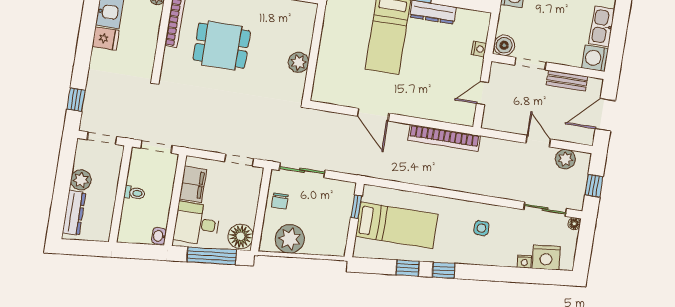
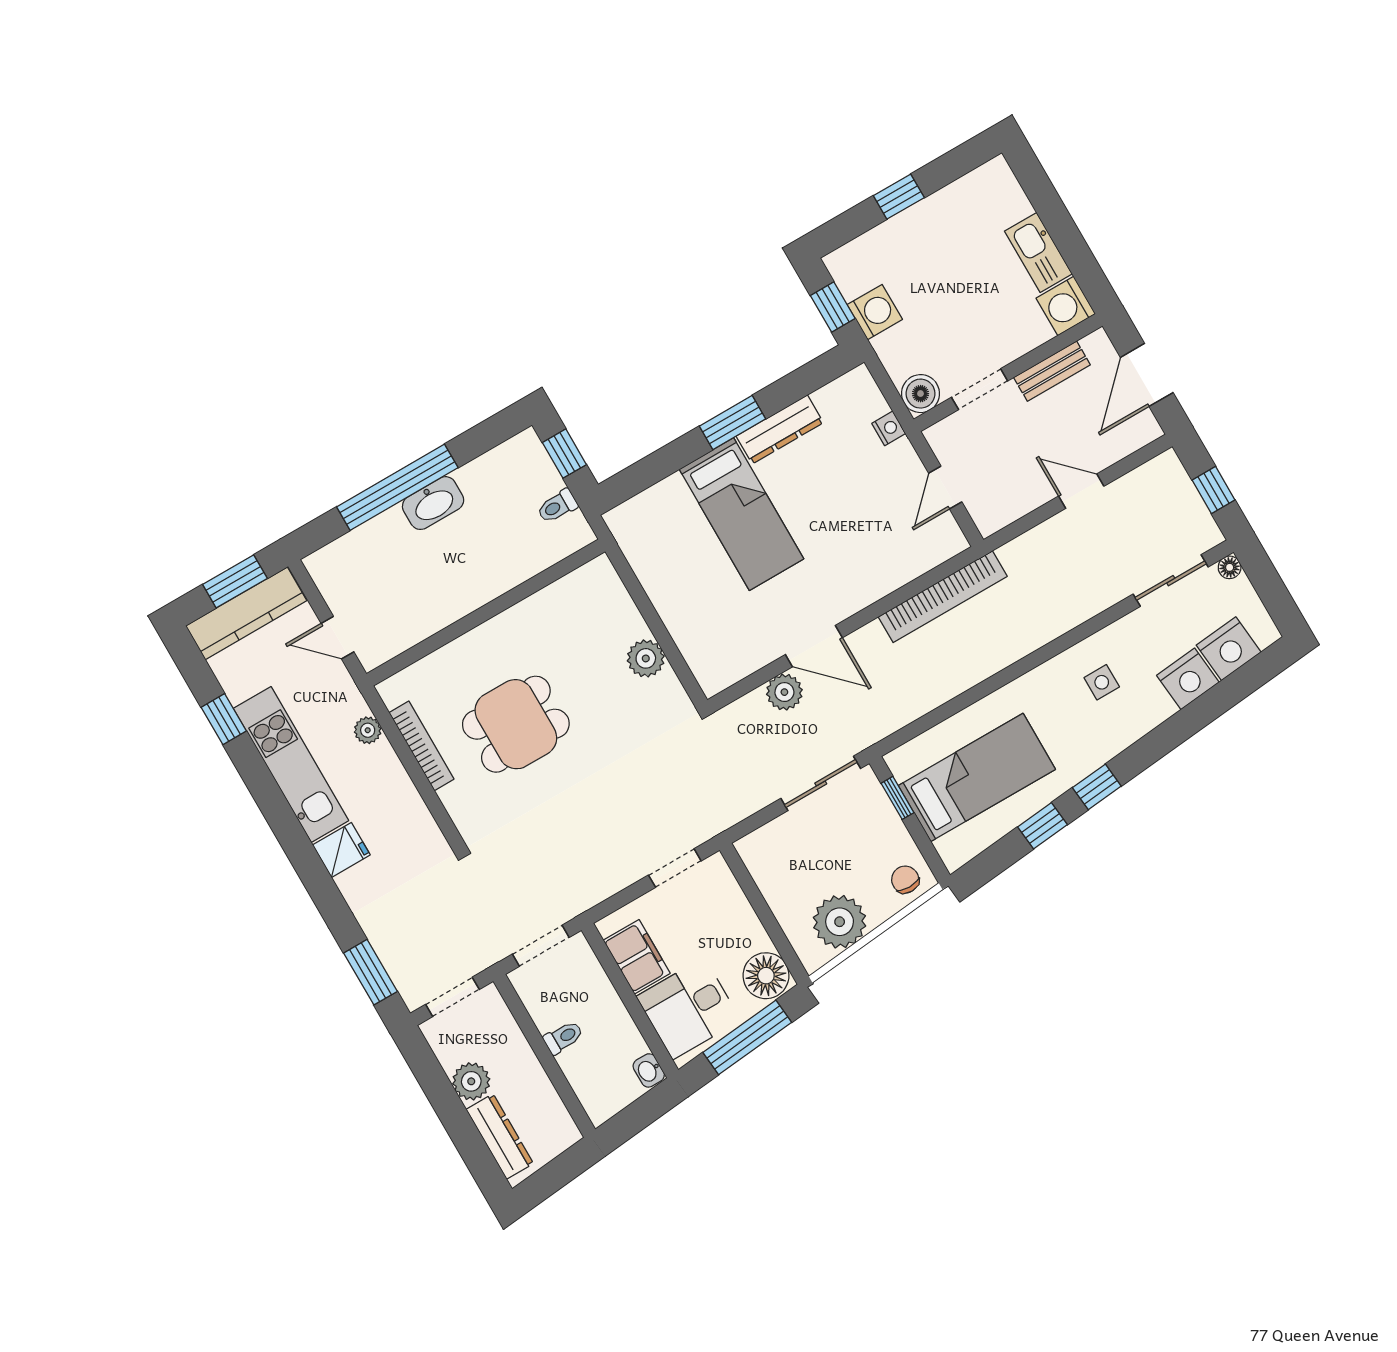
window: (76, 100) -> (371, 972), width x1.50
plant: (565, 159) -> (784, 692), moved
sliding door: (302, 170) -> (821, 783), moved
chair: (280, 201) -> (905, 880), moved, turned 180
nightstand: (524, 262) -> (1188, 679), width x1.89, depth x1.79

